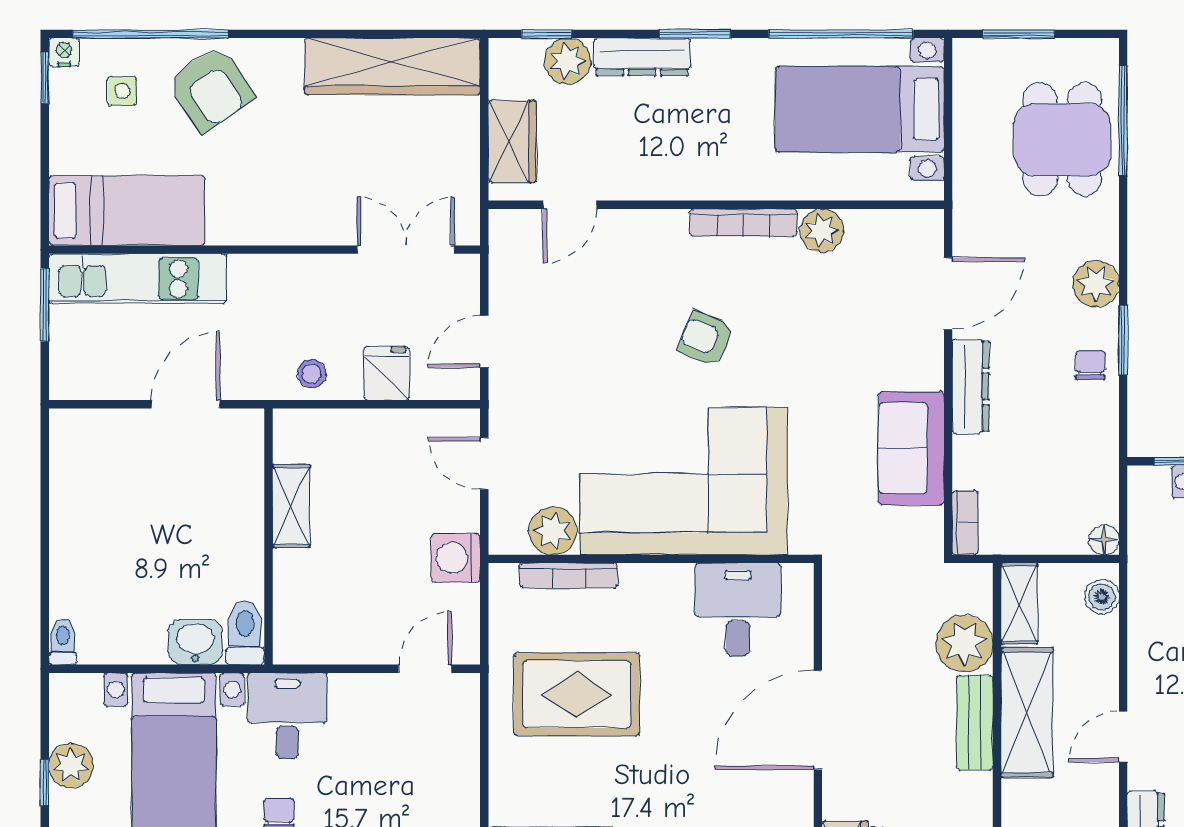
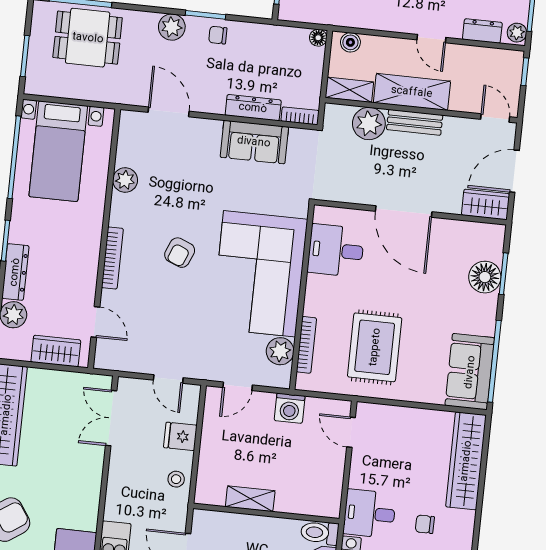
bookcase: (743, 223) -> (112, 258), moved
dresser: (971, 386) -> (253, 108), moved

